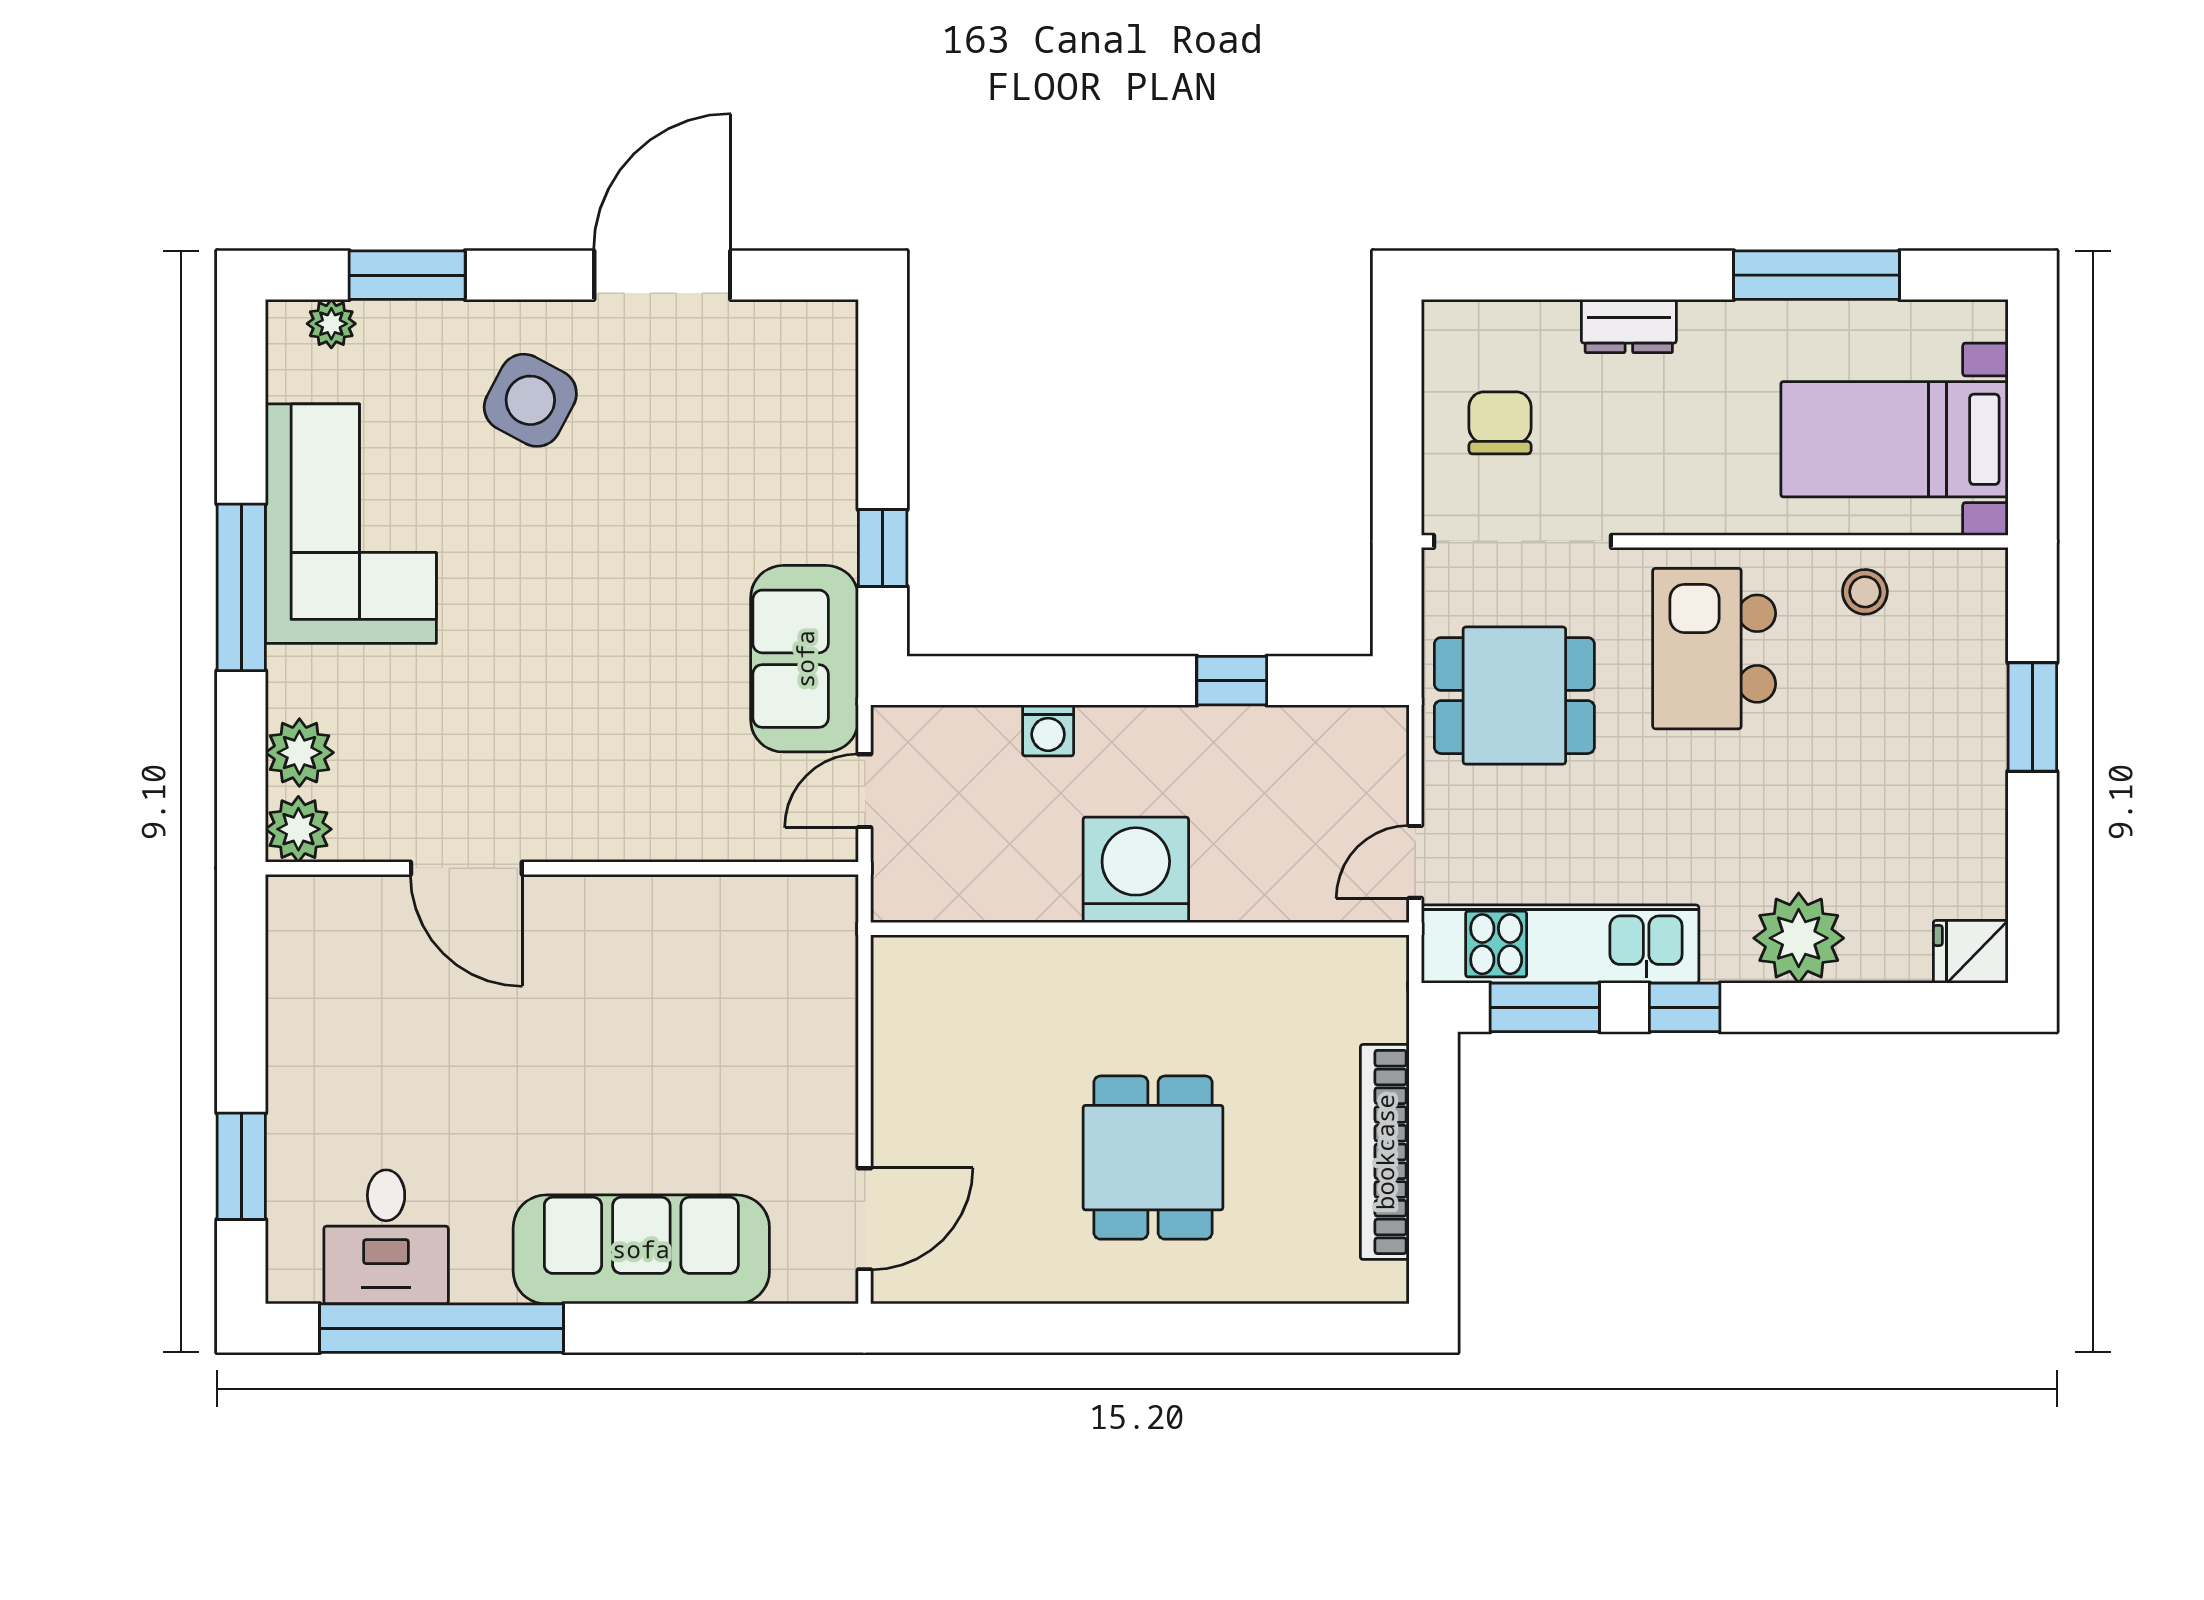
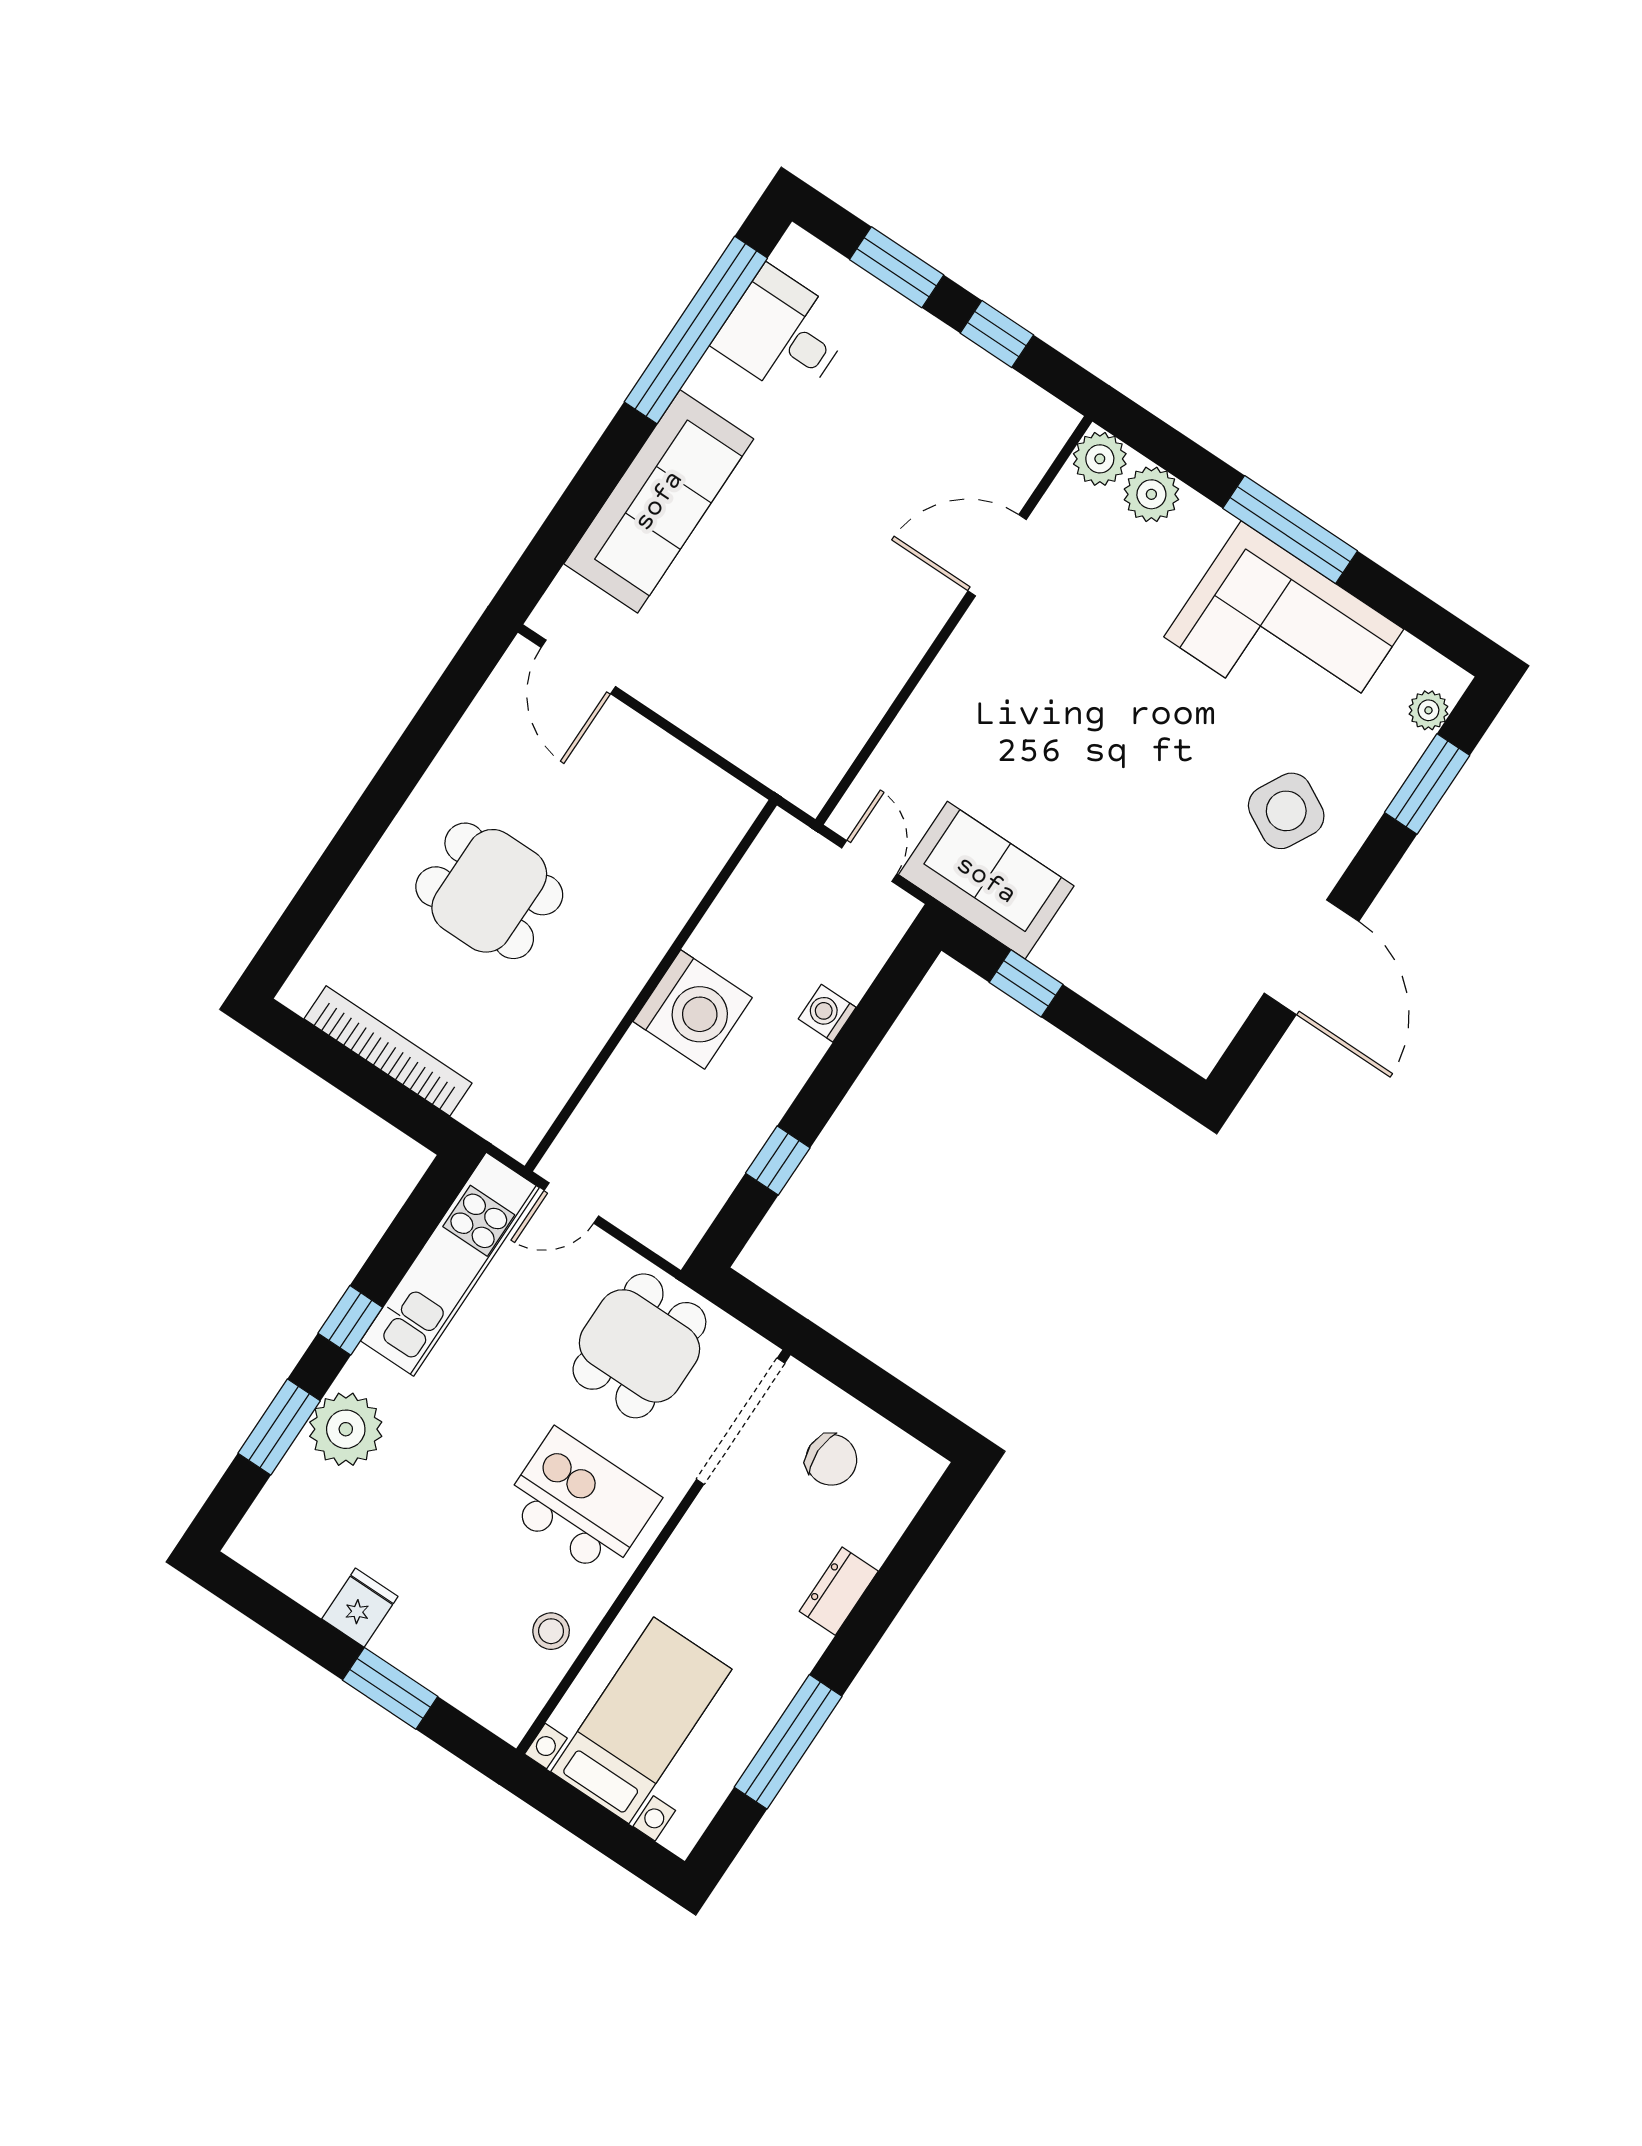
door: (1415, 862) -> (571, 1203), swing flipped
fridge: (1971, 952) -> (360, 1608), moved
window: (1545, 1007) -> (279, 1427), moved
window: (241, 1019) -> (997, 334), added

